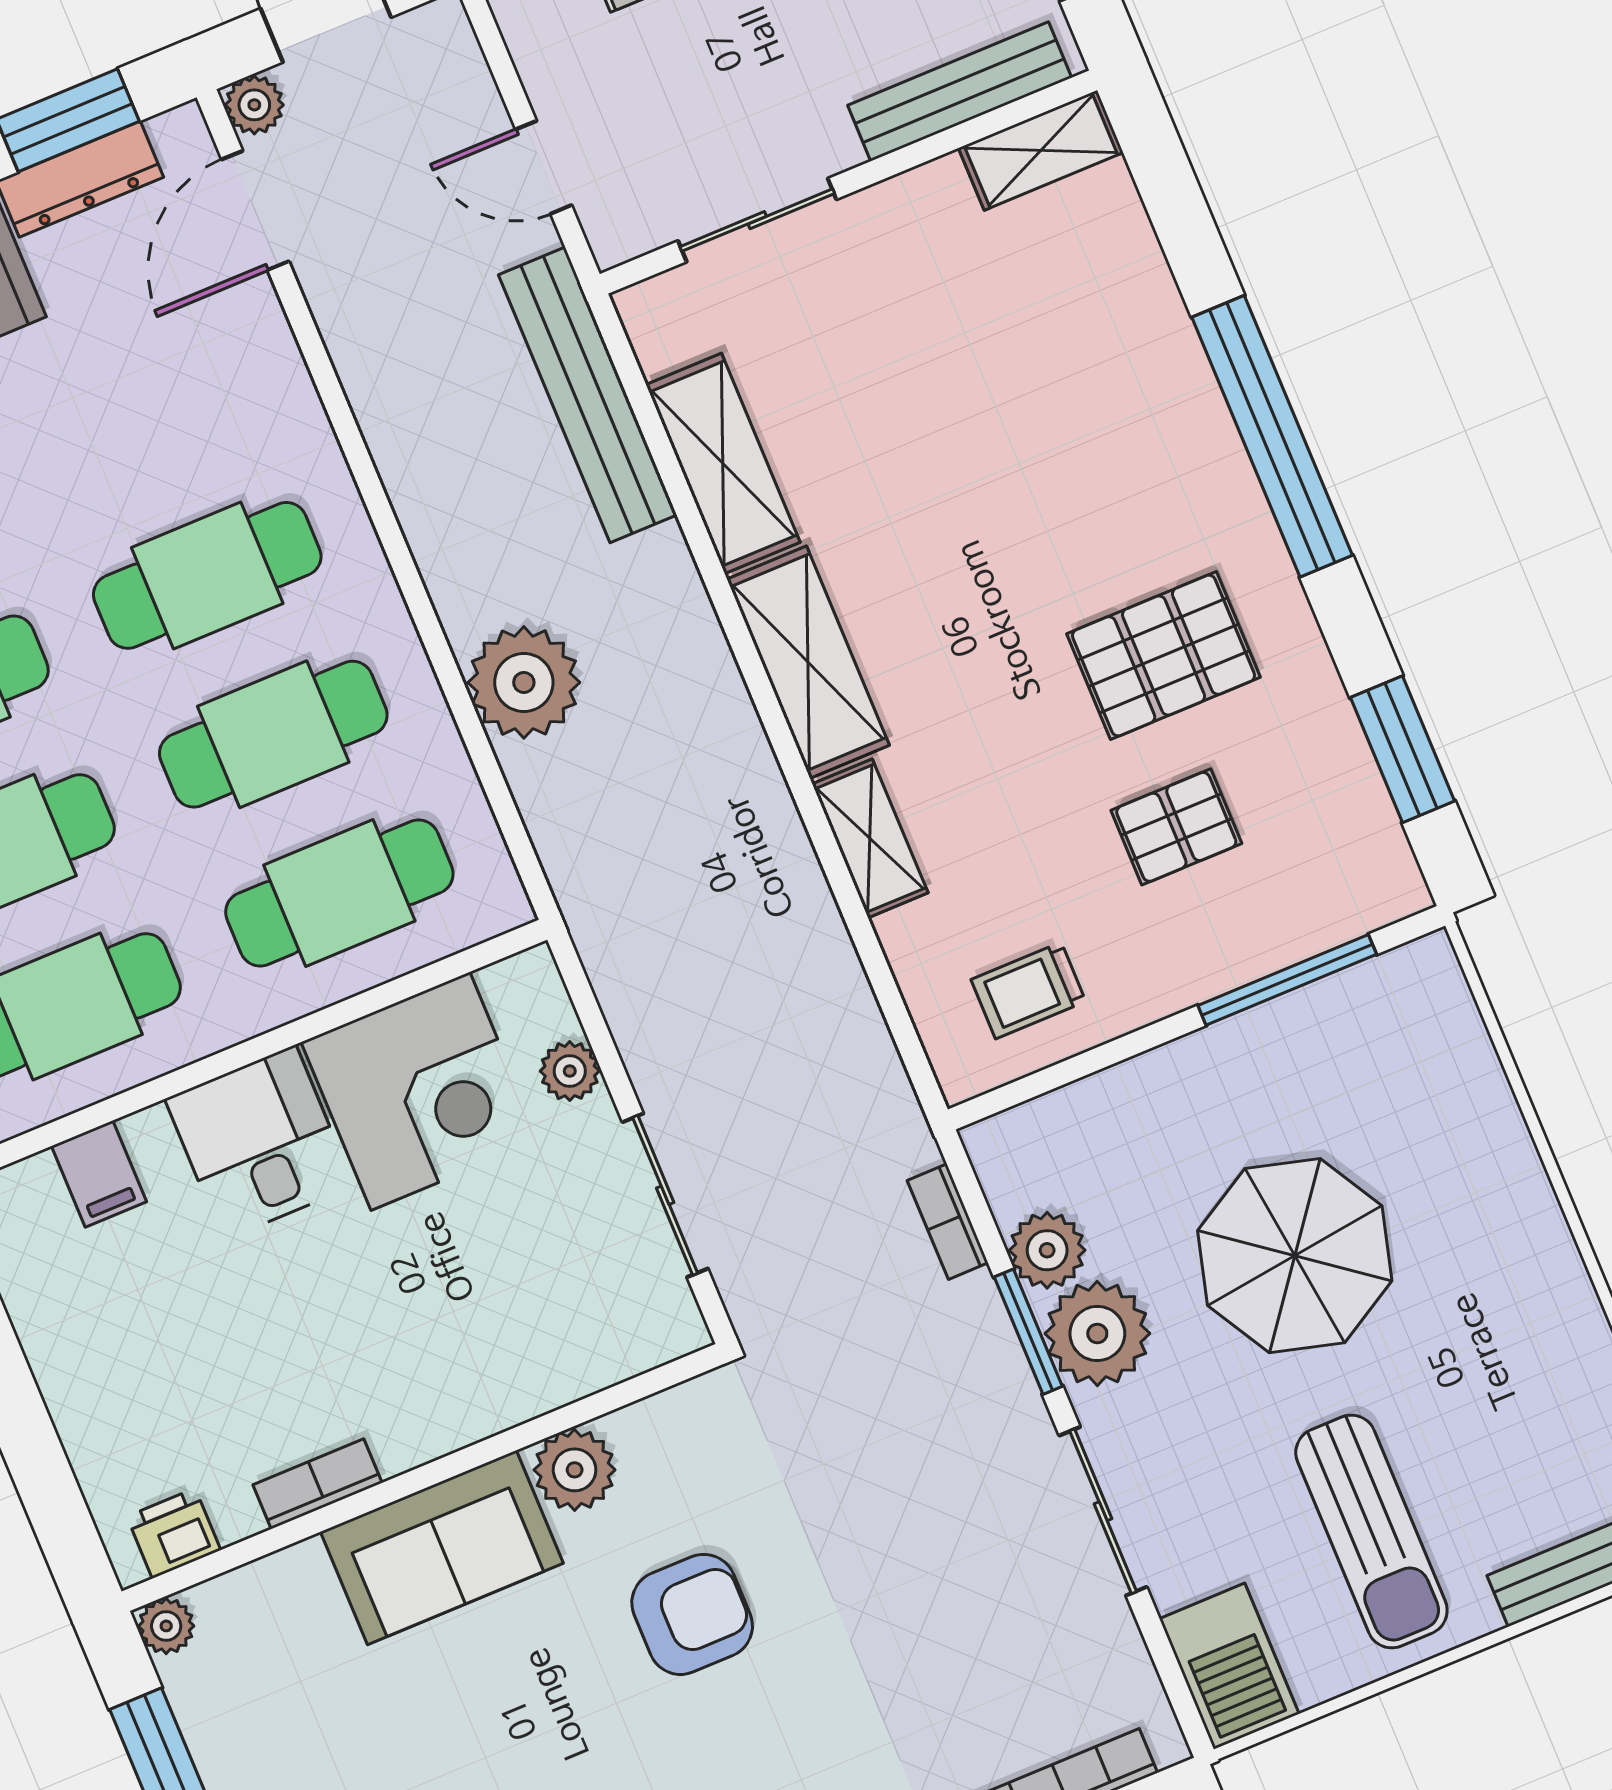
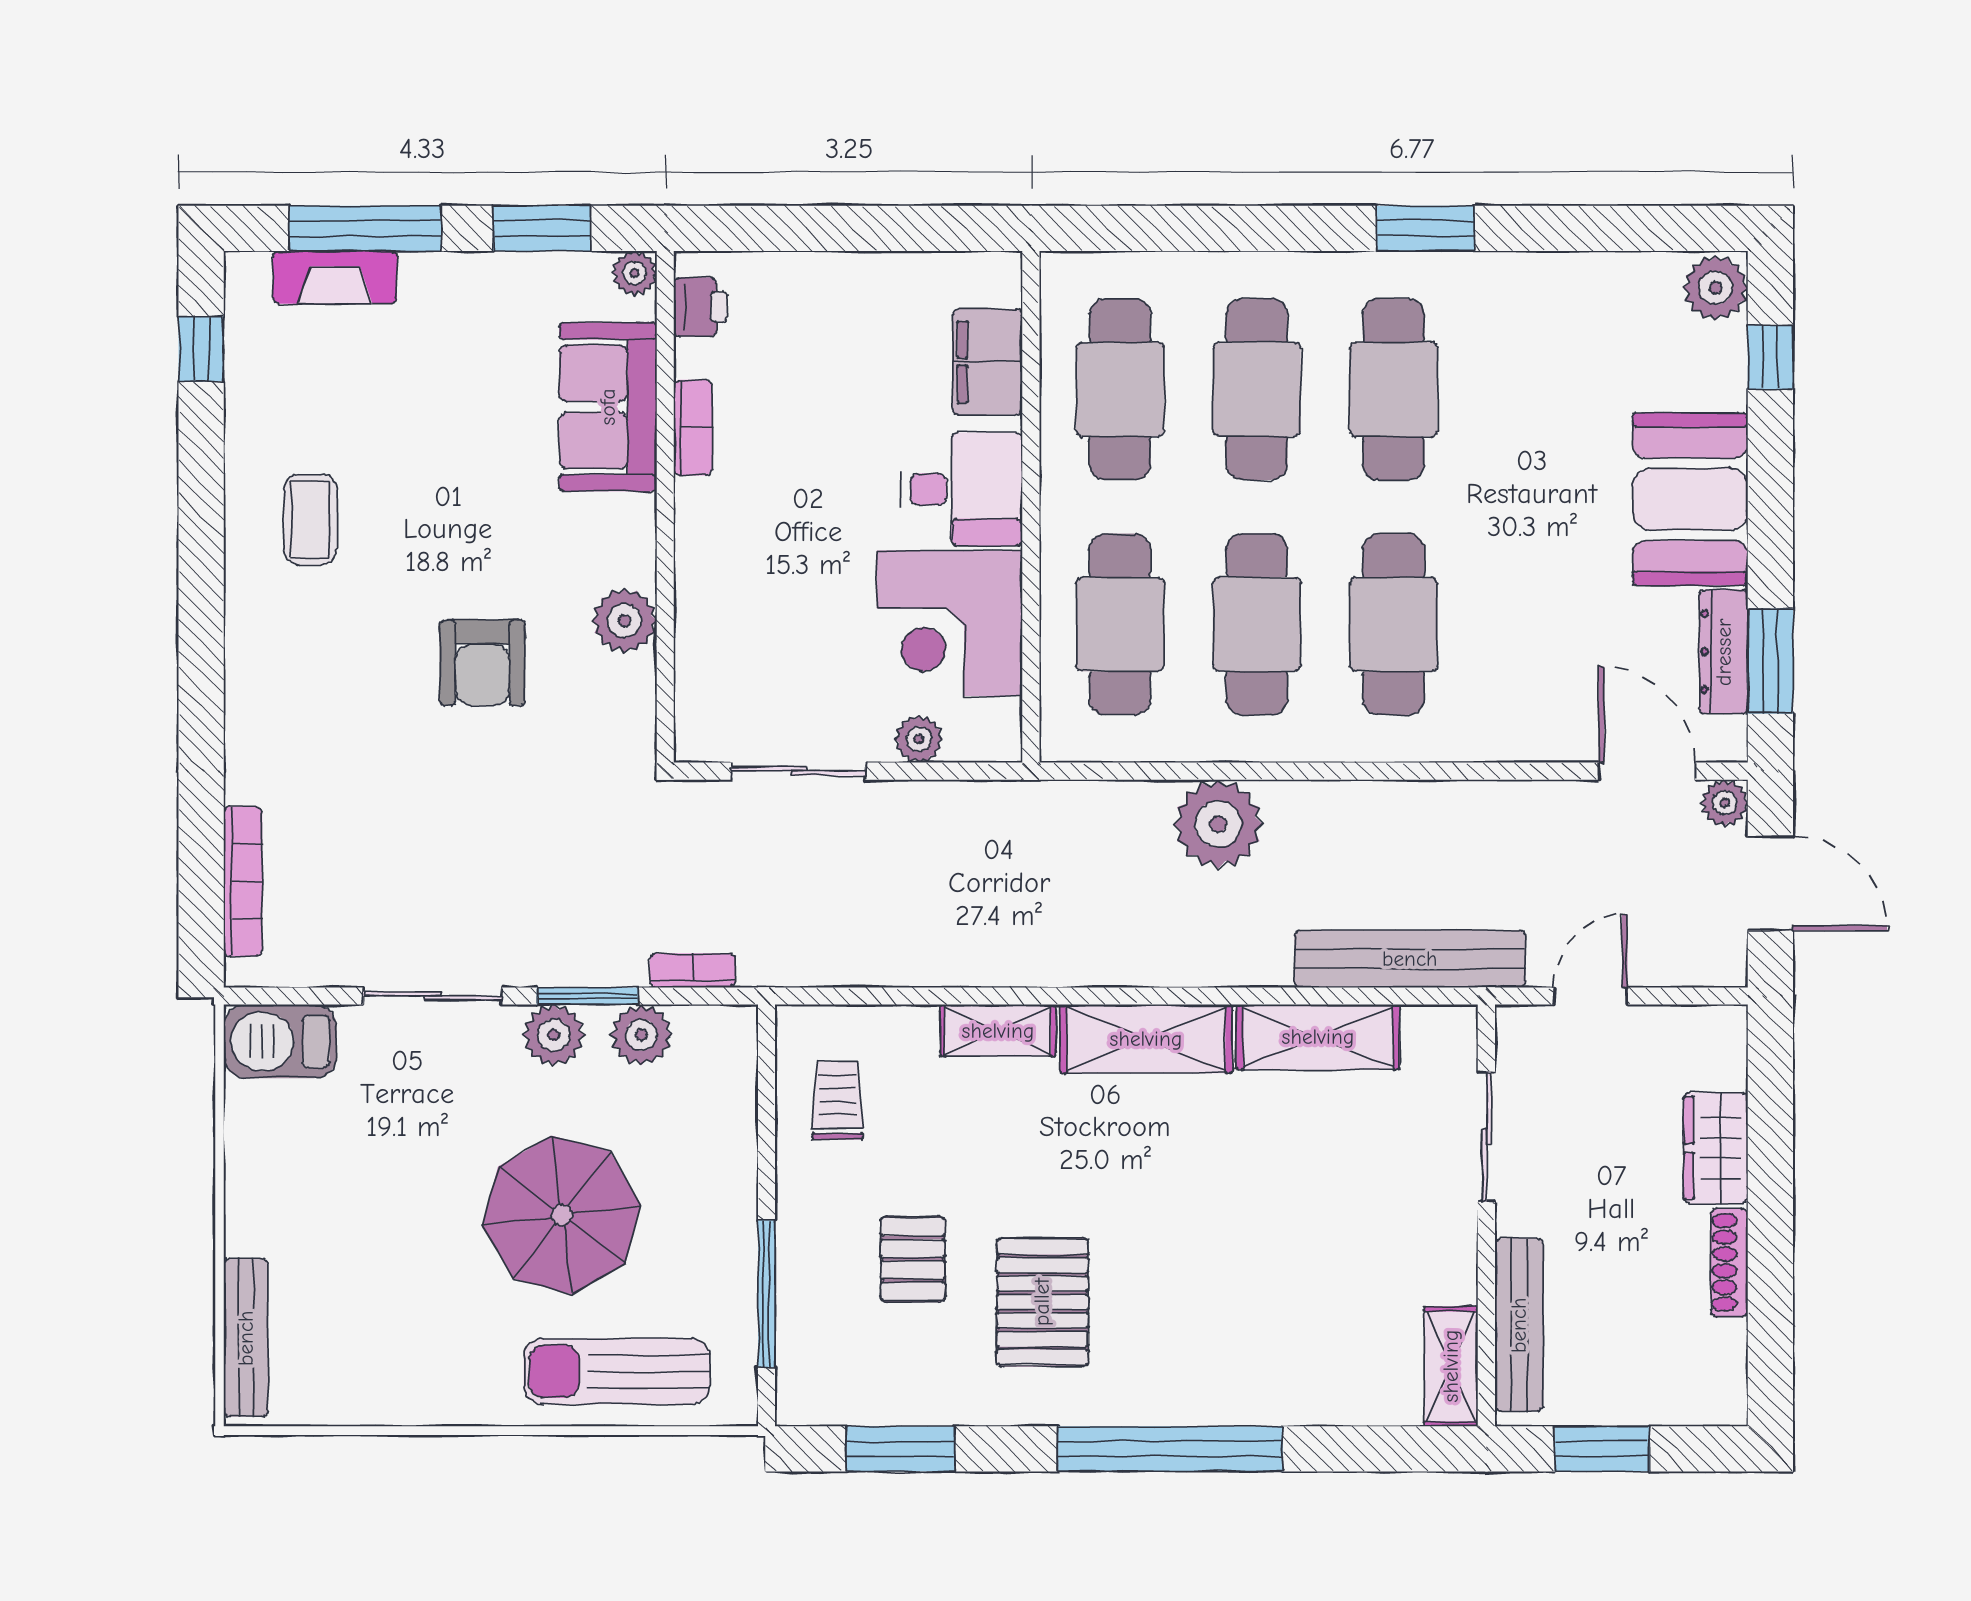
filing cabinet: (99, 1174) -> (987, 362), width x2.00
plant: (1097, 1333) -> (554, 1035), width x0.73, depth x0.73
sun lounger: (1371, 1531) -> (617, 1371), moved
sofa: (442, 1547) -> (608, 407), moved

